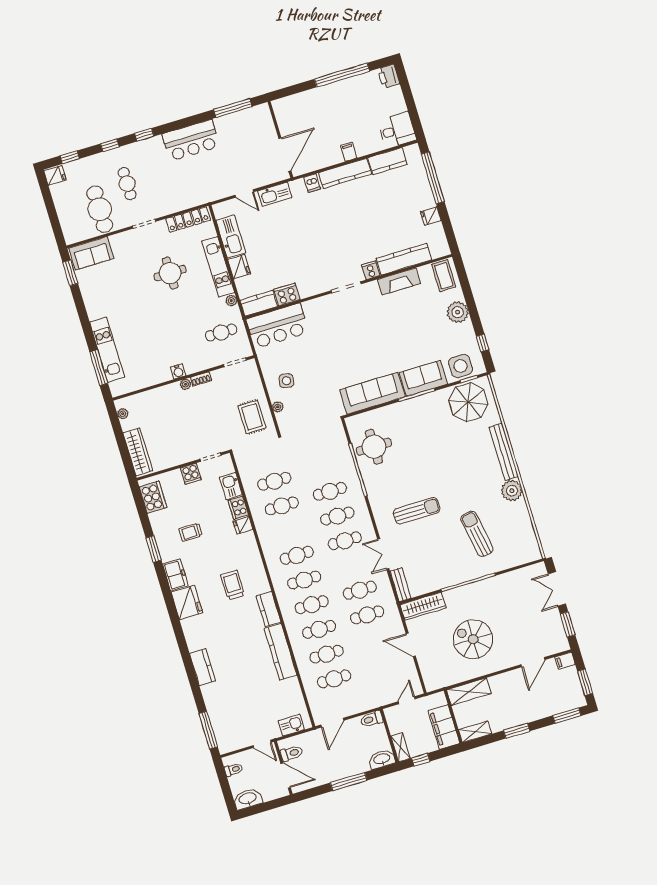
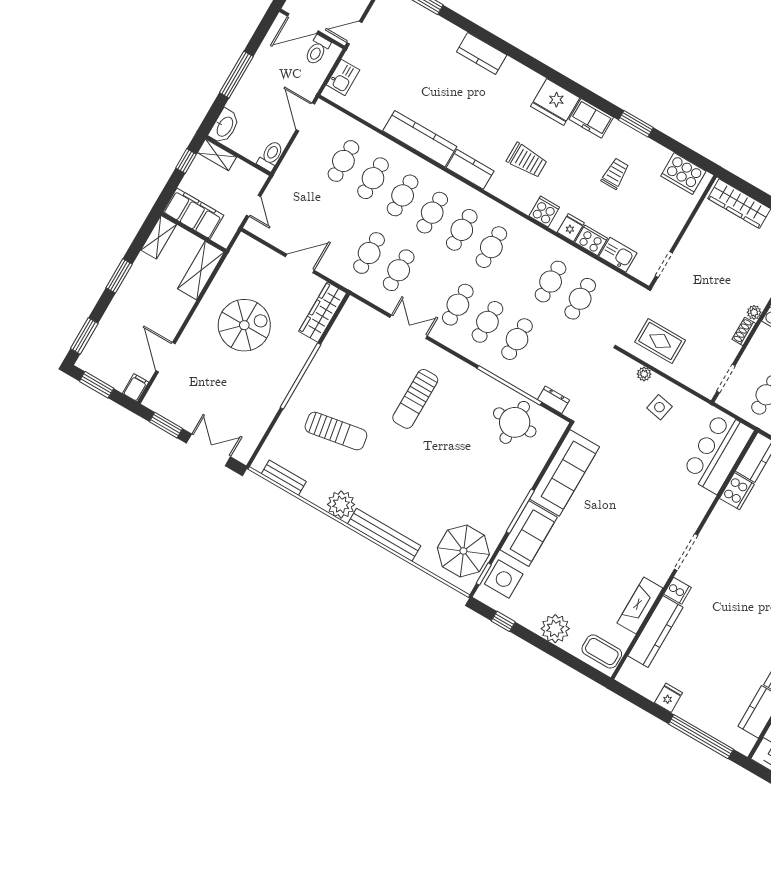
dresser: (341, 439) -> (554, 400), added
cooker: (191, 474) -> (544, 212), moved, turned 90
bench: (400, 585) -> (284, 478), moved

